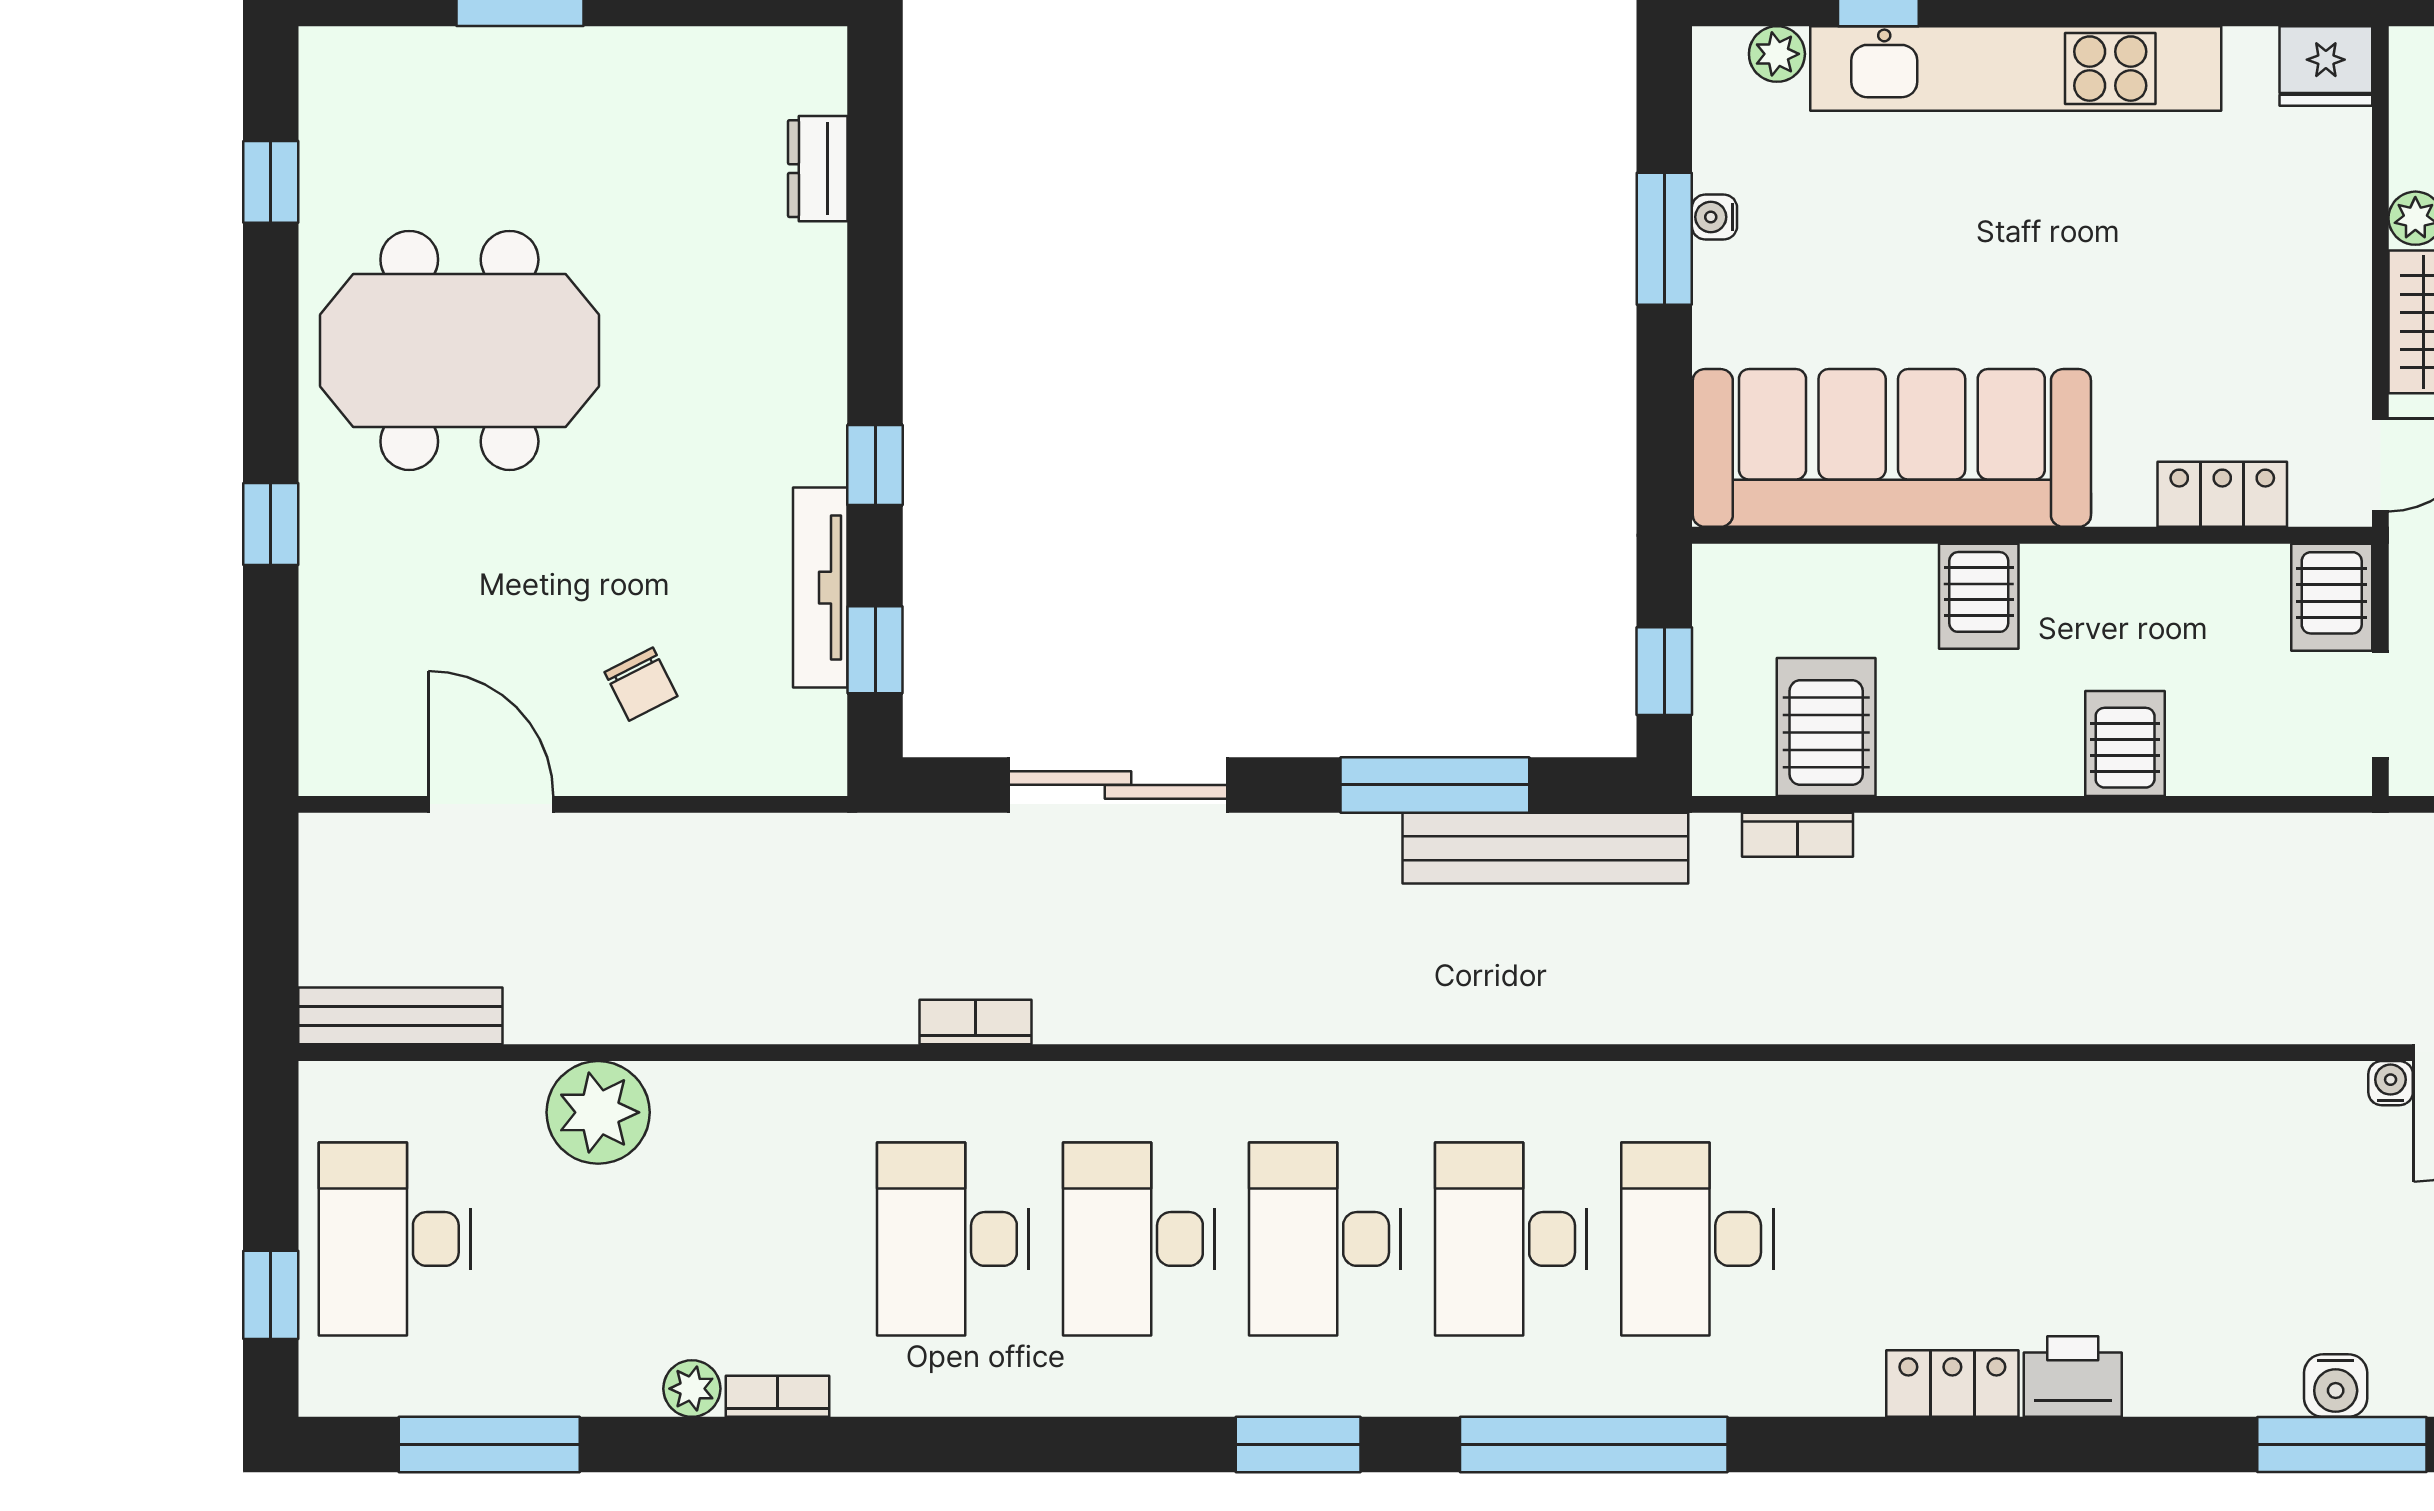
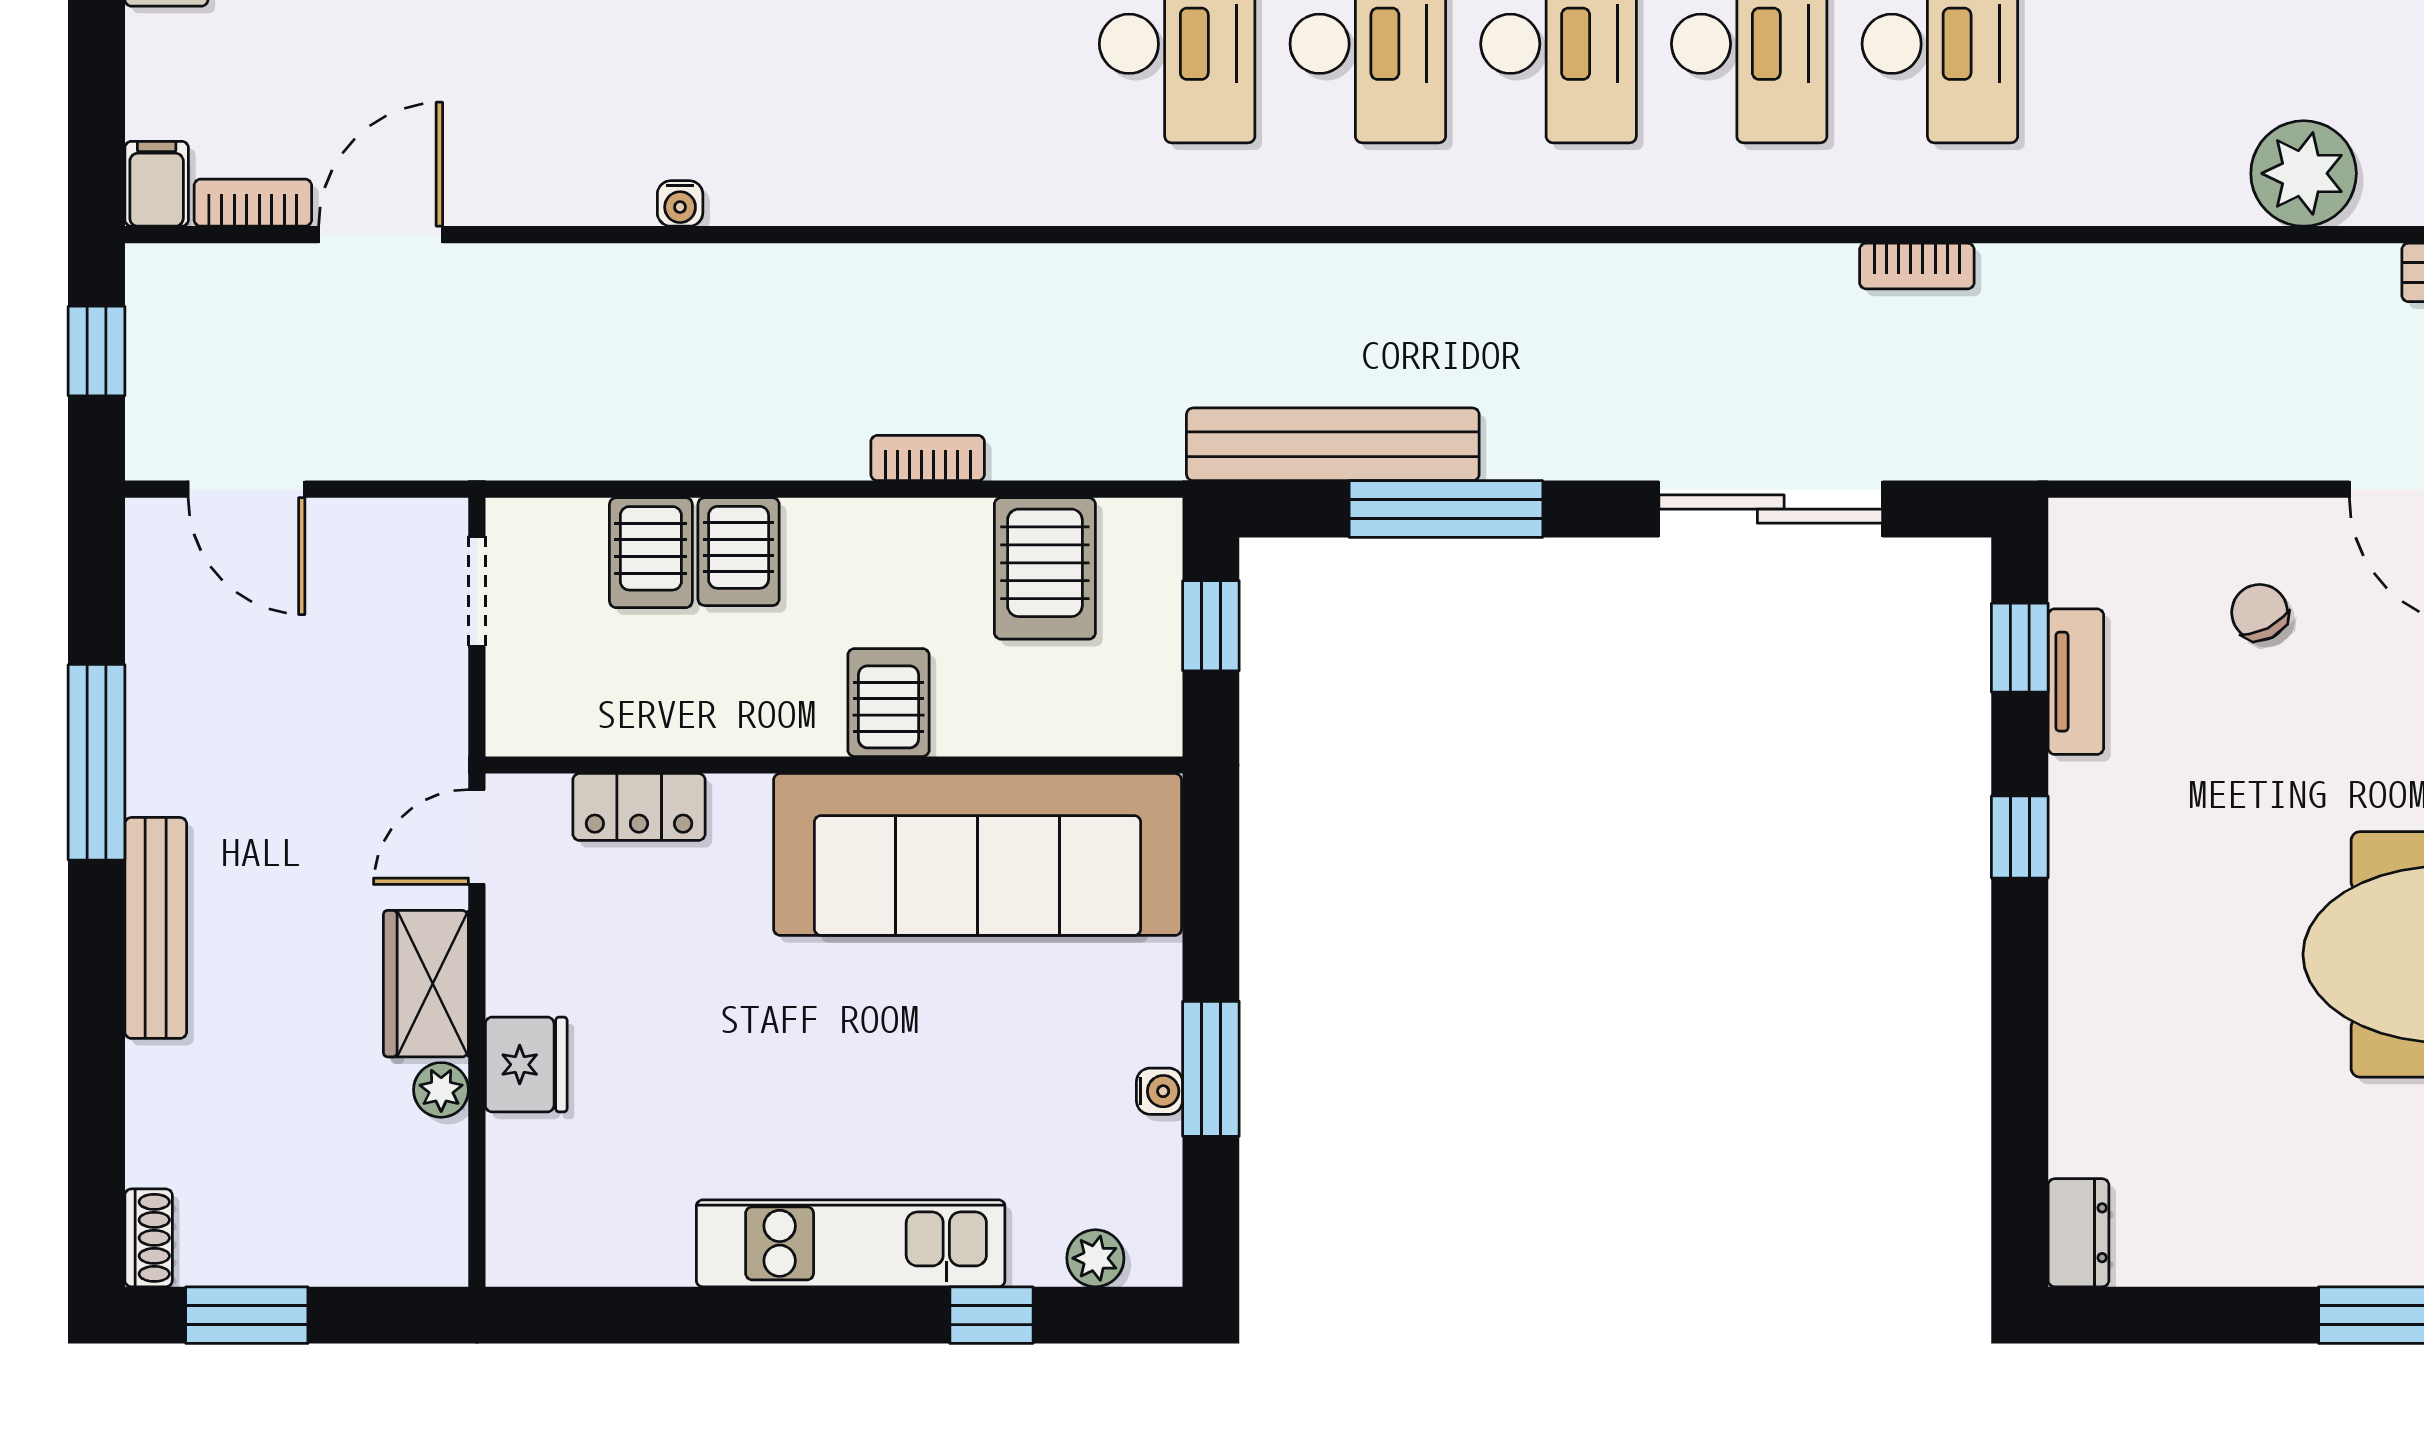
fridge: (2326, 66) -> (526, 1065), moved, turned 90
kitchen unit: (2016, 69) -> (851, 1243), width x0.73
dresser: (818, 169) -> (2078, 1233), moved
tv unit: (820, 588) -> (2076, 682), width x0.71
server rack: (2332, 597) -> (651, 553), moved, turned 180
bookcase: (1797, 835) -> (928, 458), moved
water cooler: (2391, 1083) -> (680, 203), moved

